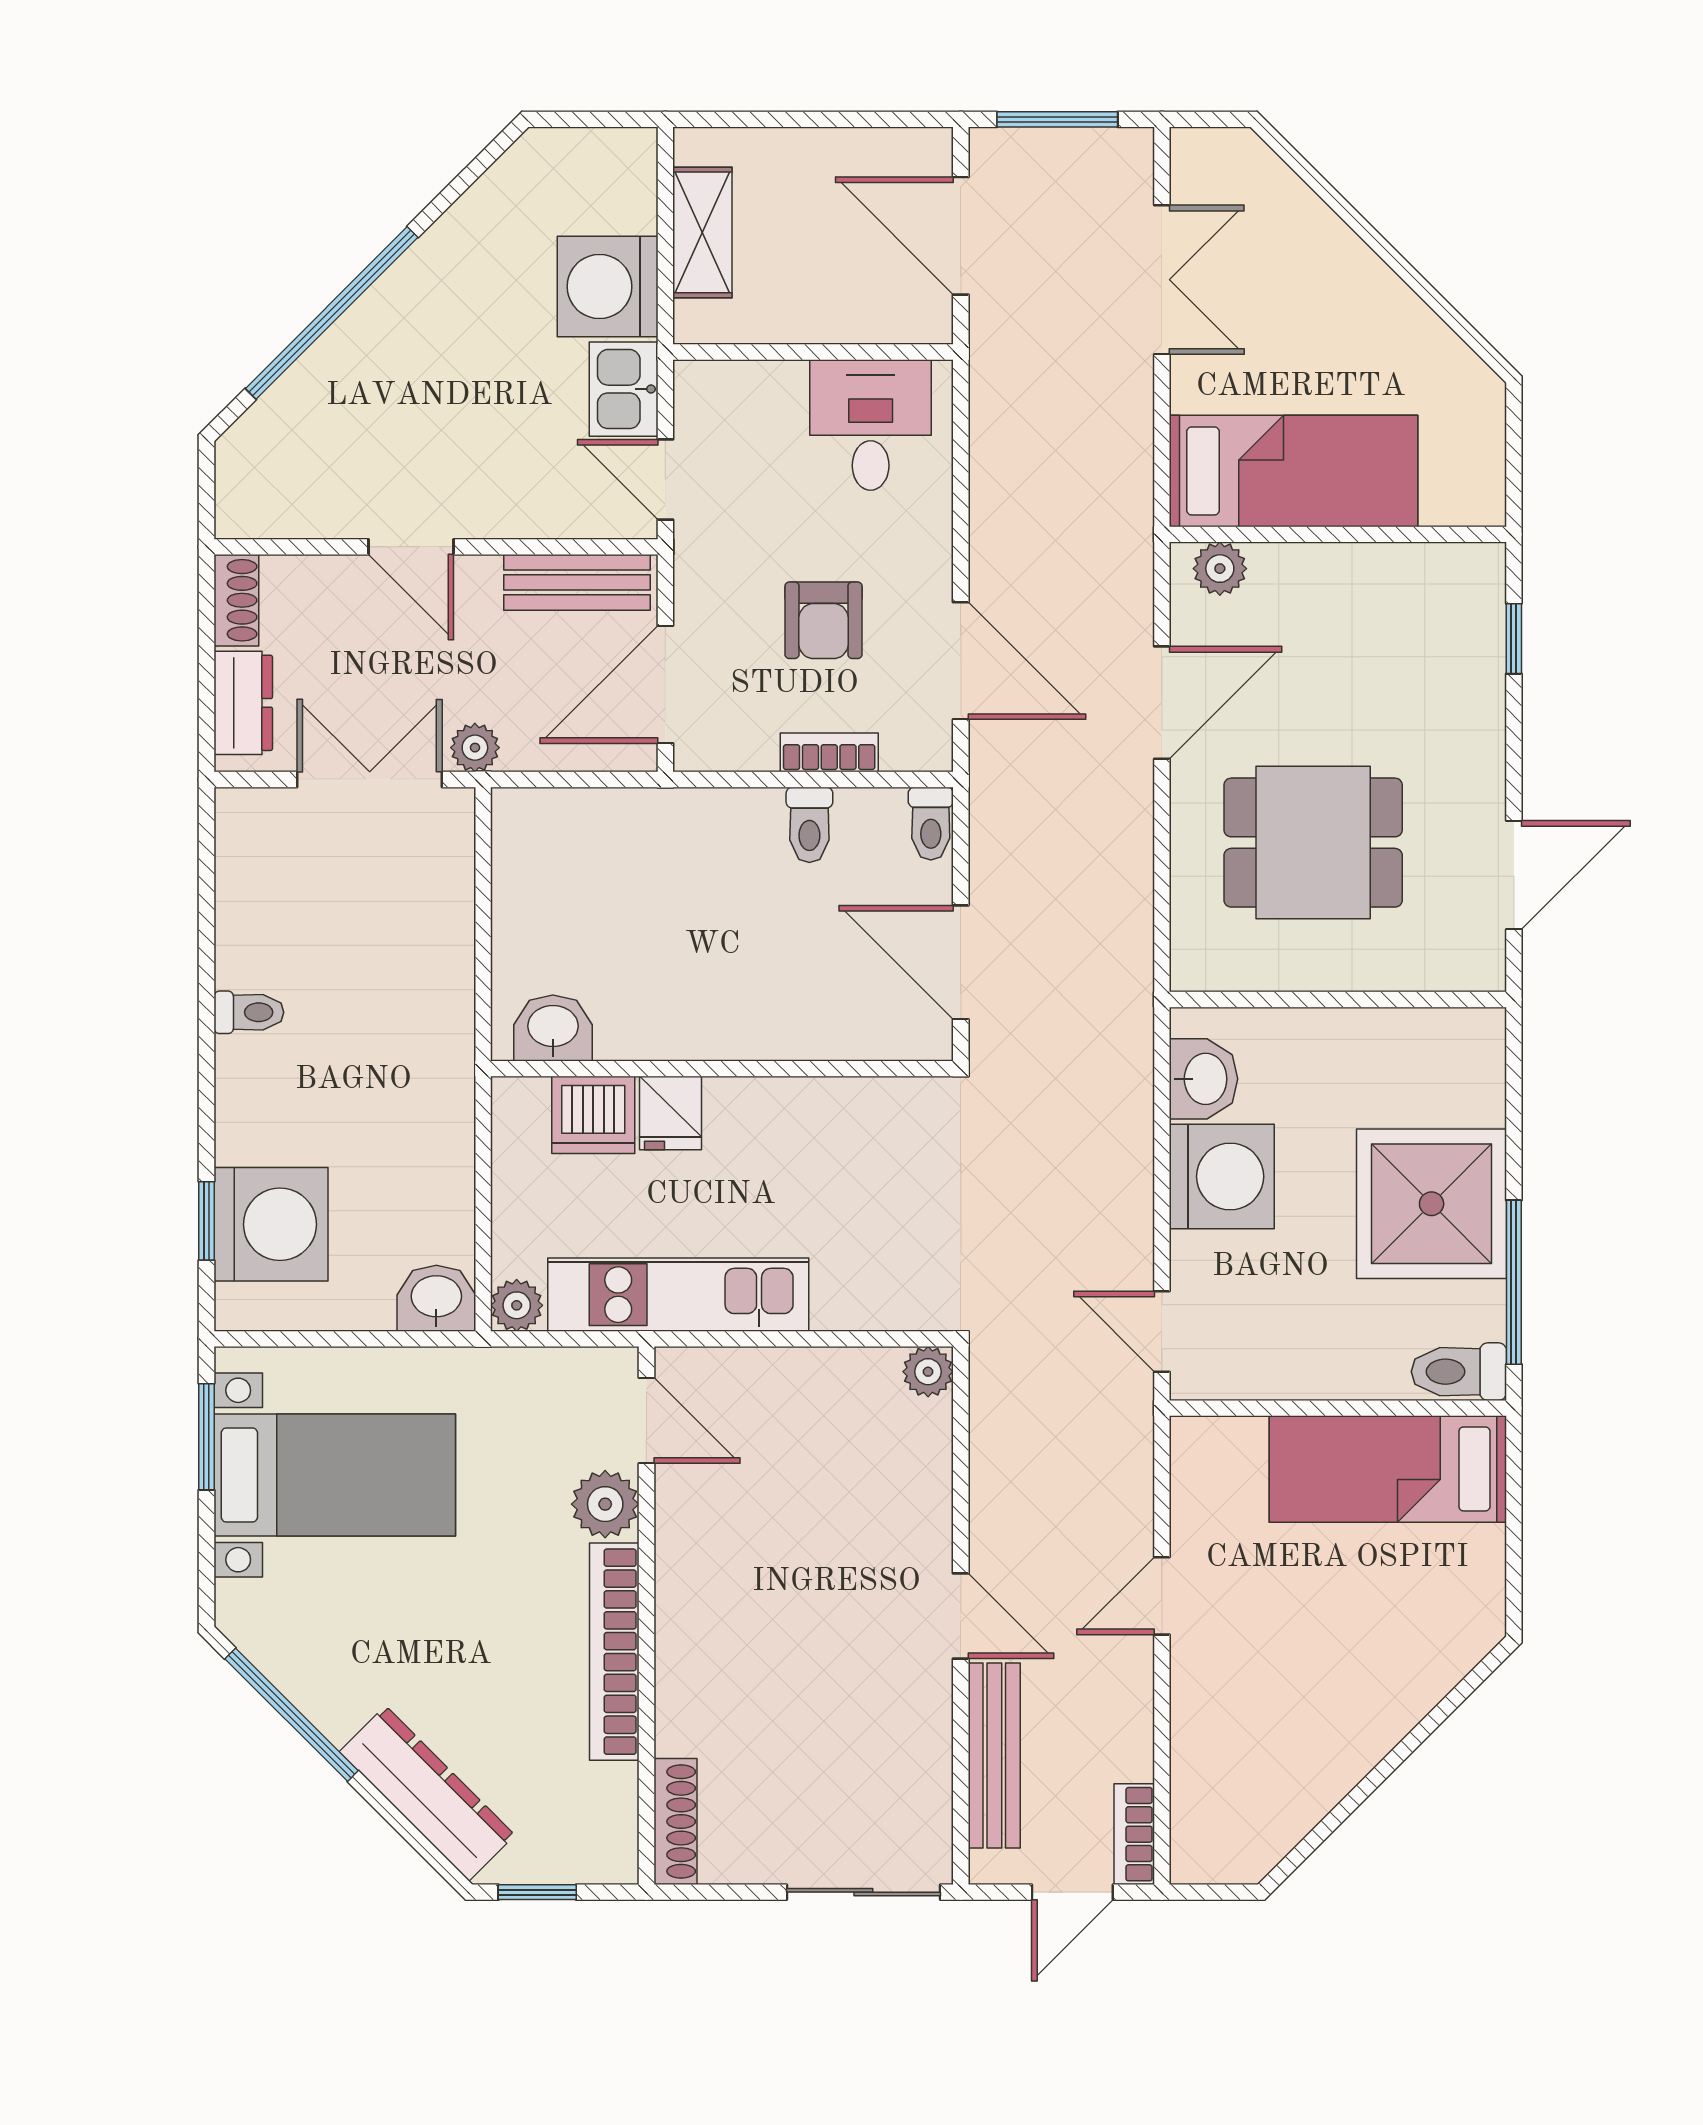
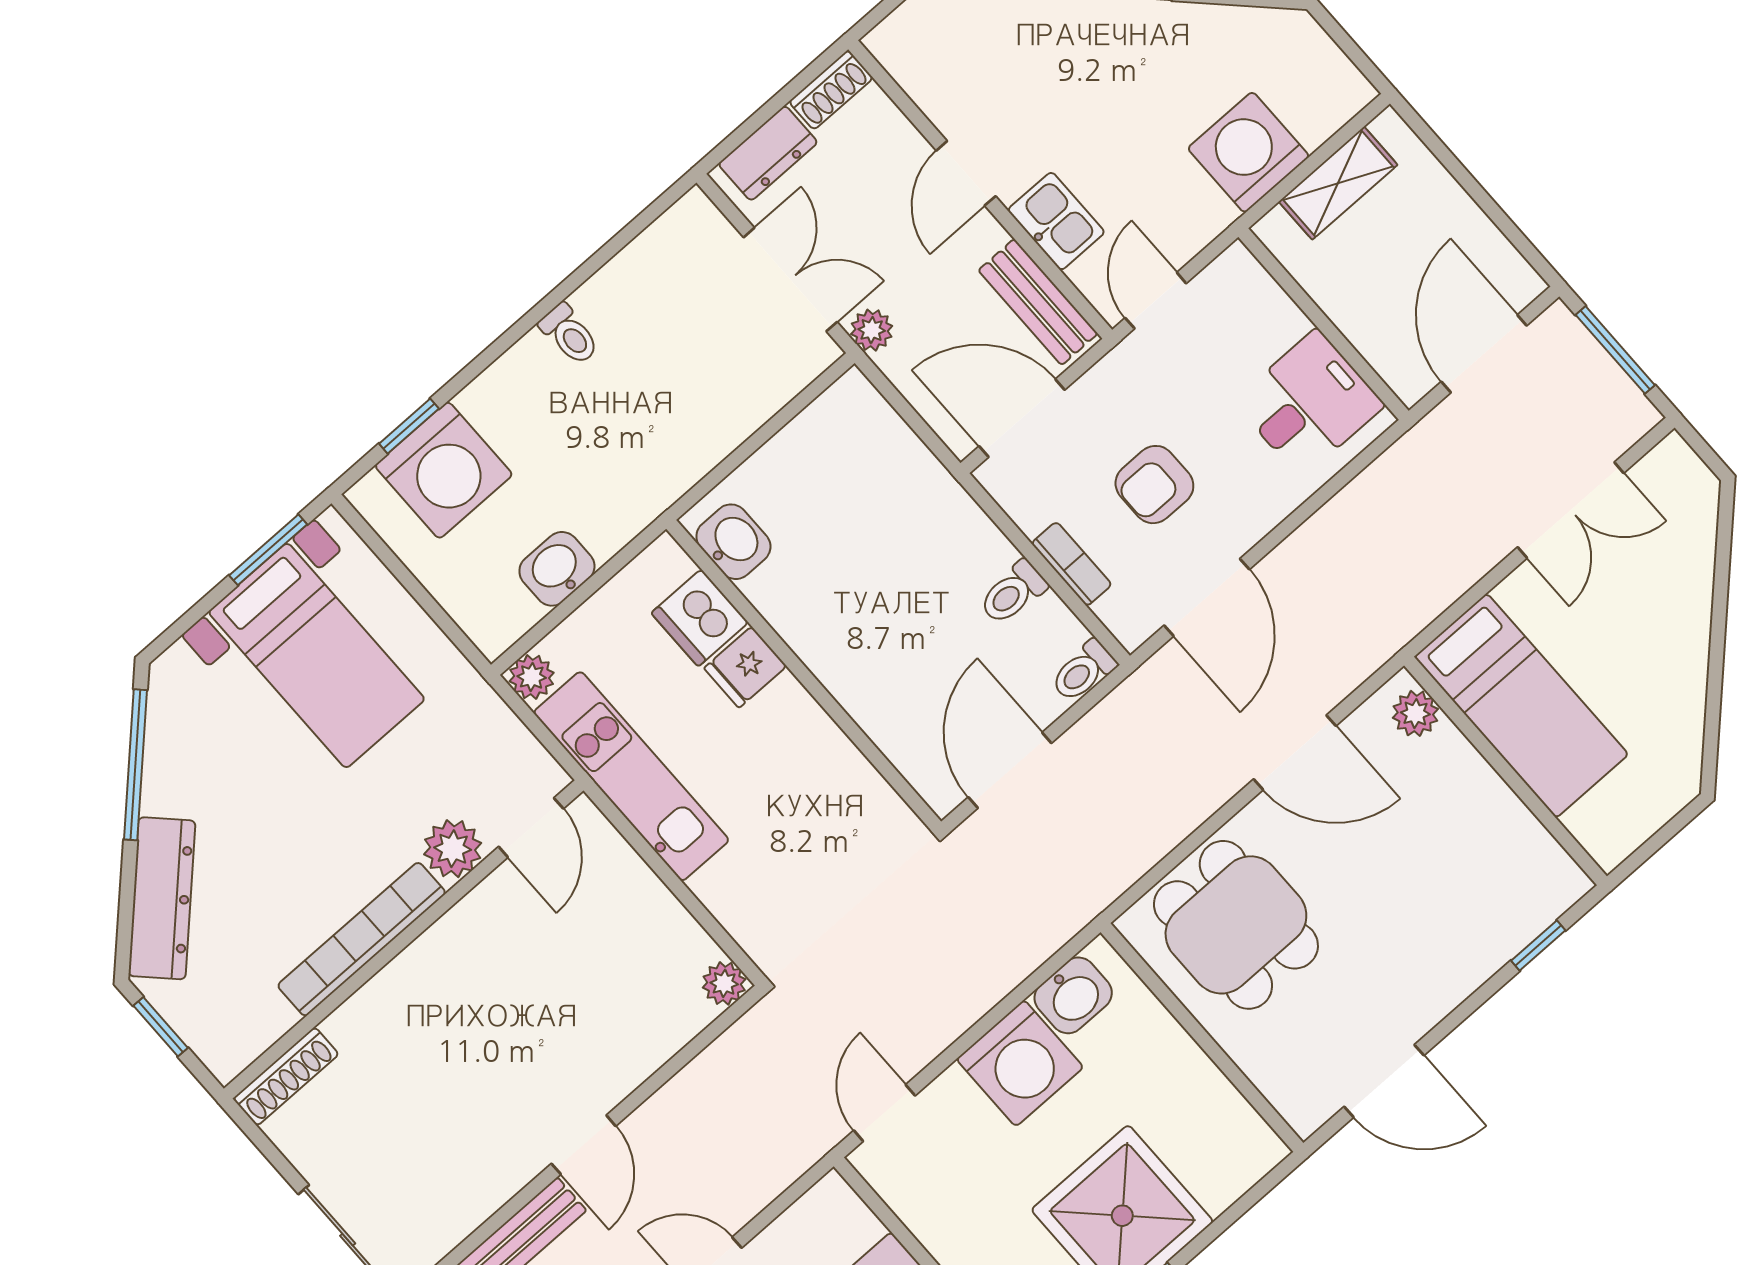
kitchen sink: (624, 389) -> (1056, 221), moved, turned 90
dining table: (1313, 843) -> (1236, 925), moved
washbasin: (436, 1298) -> (557, 569), moved, turned -90

